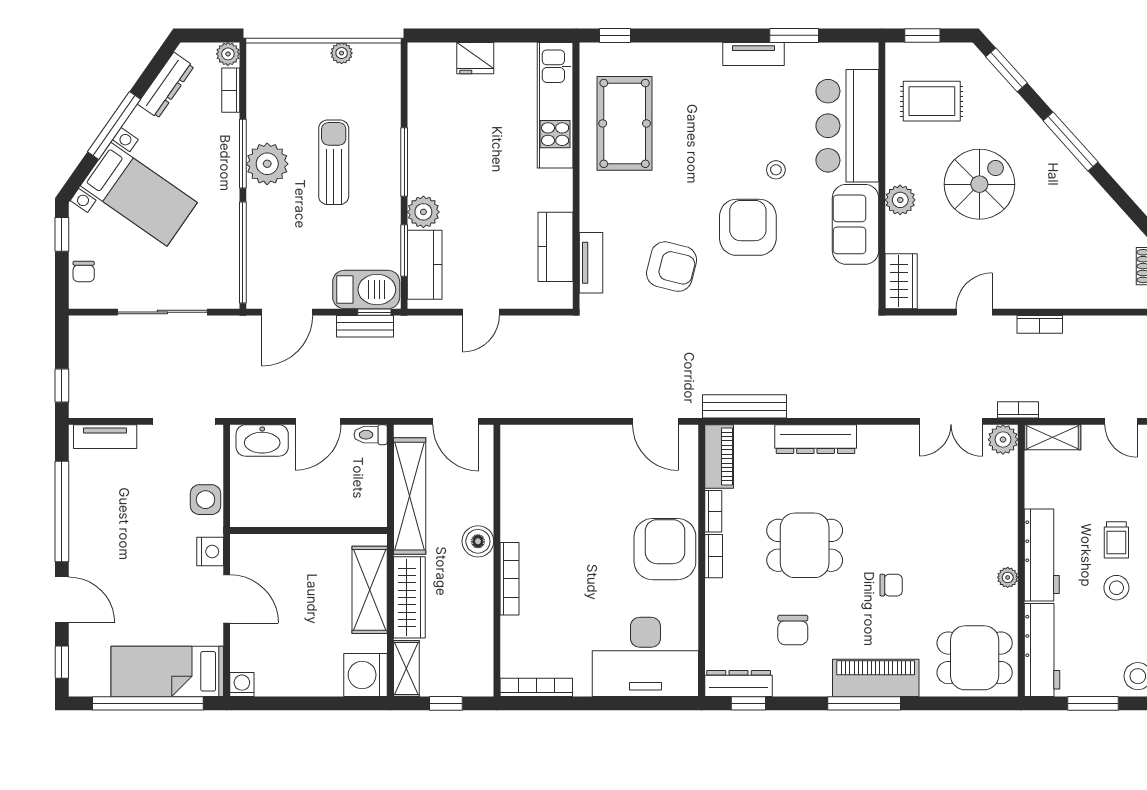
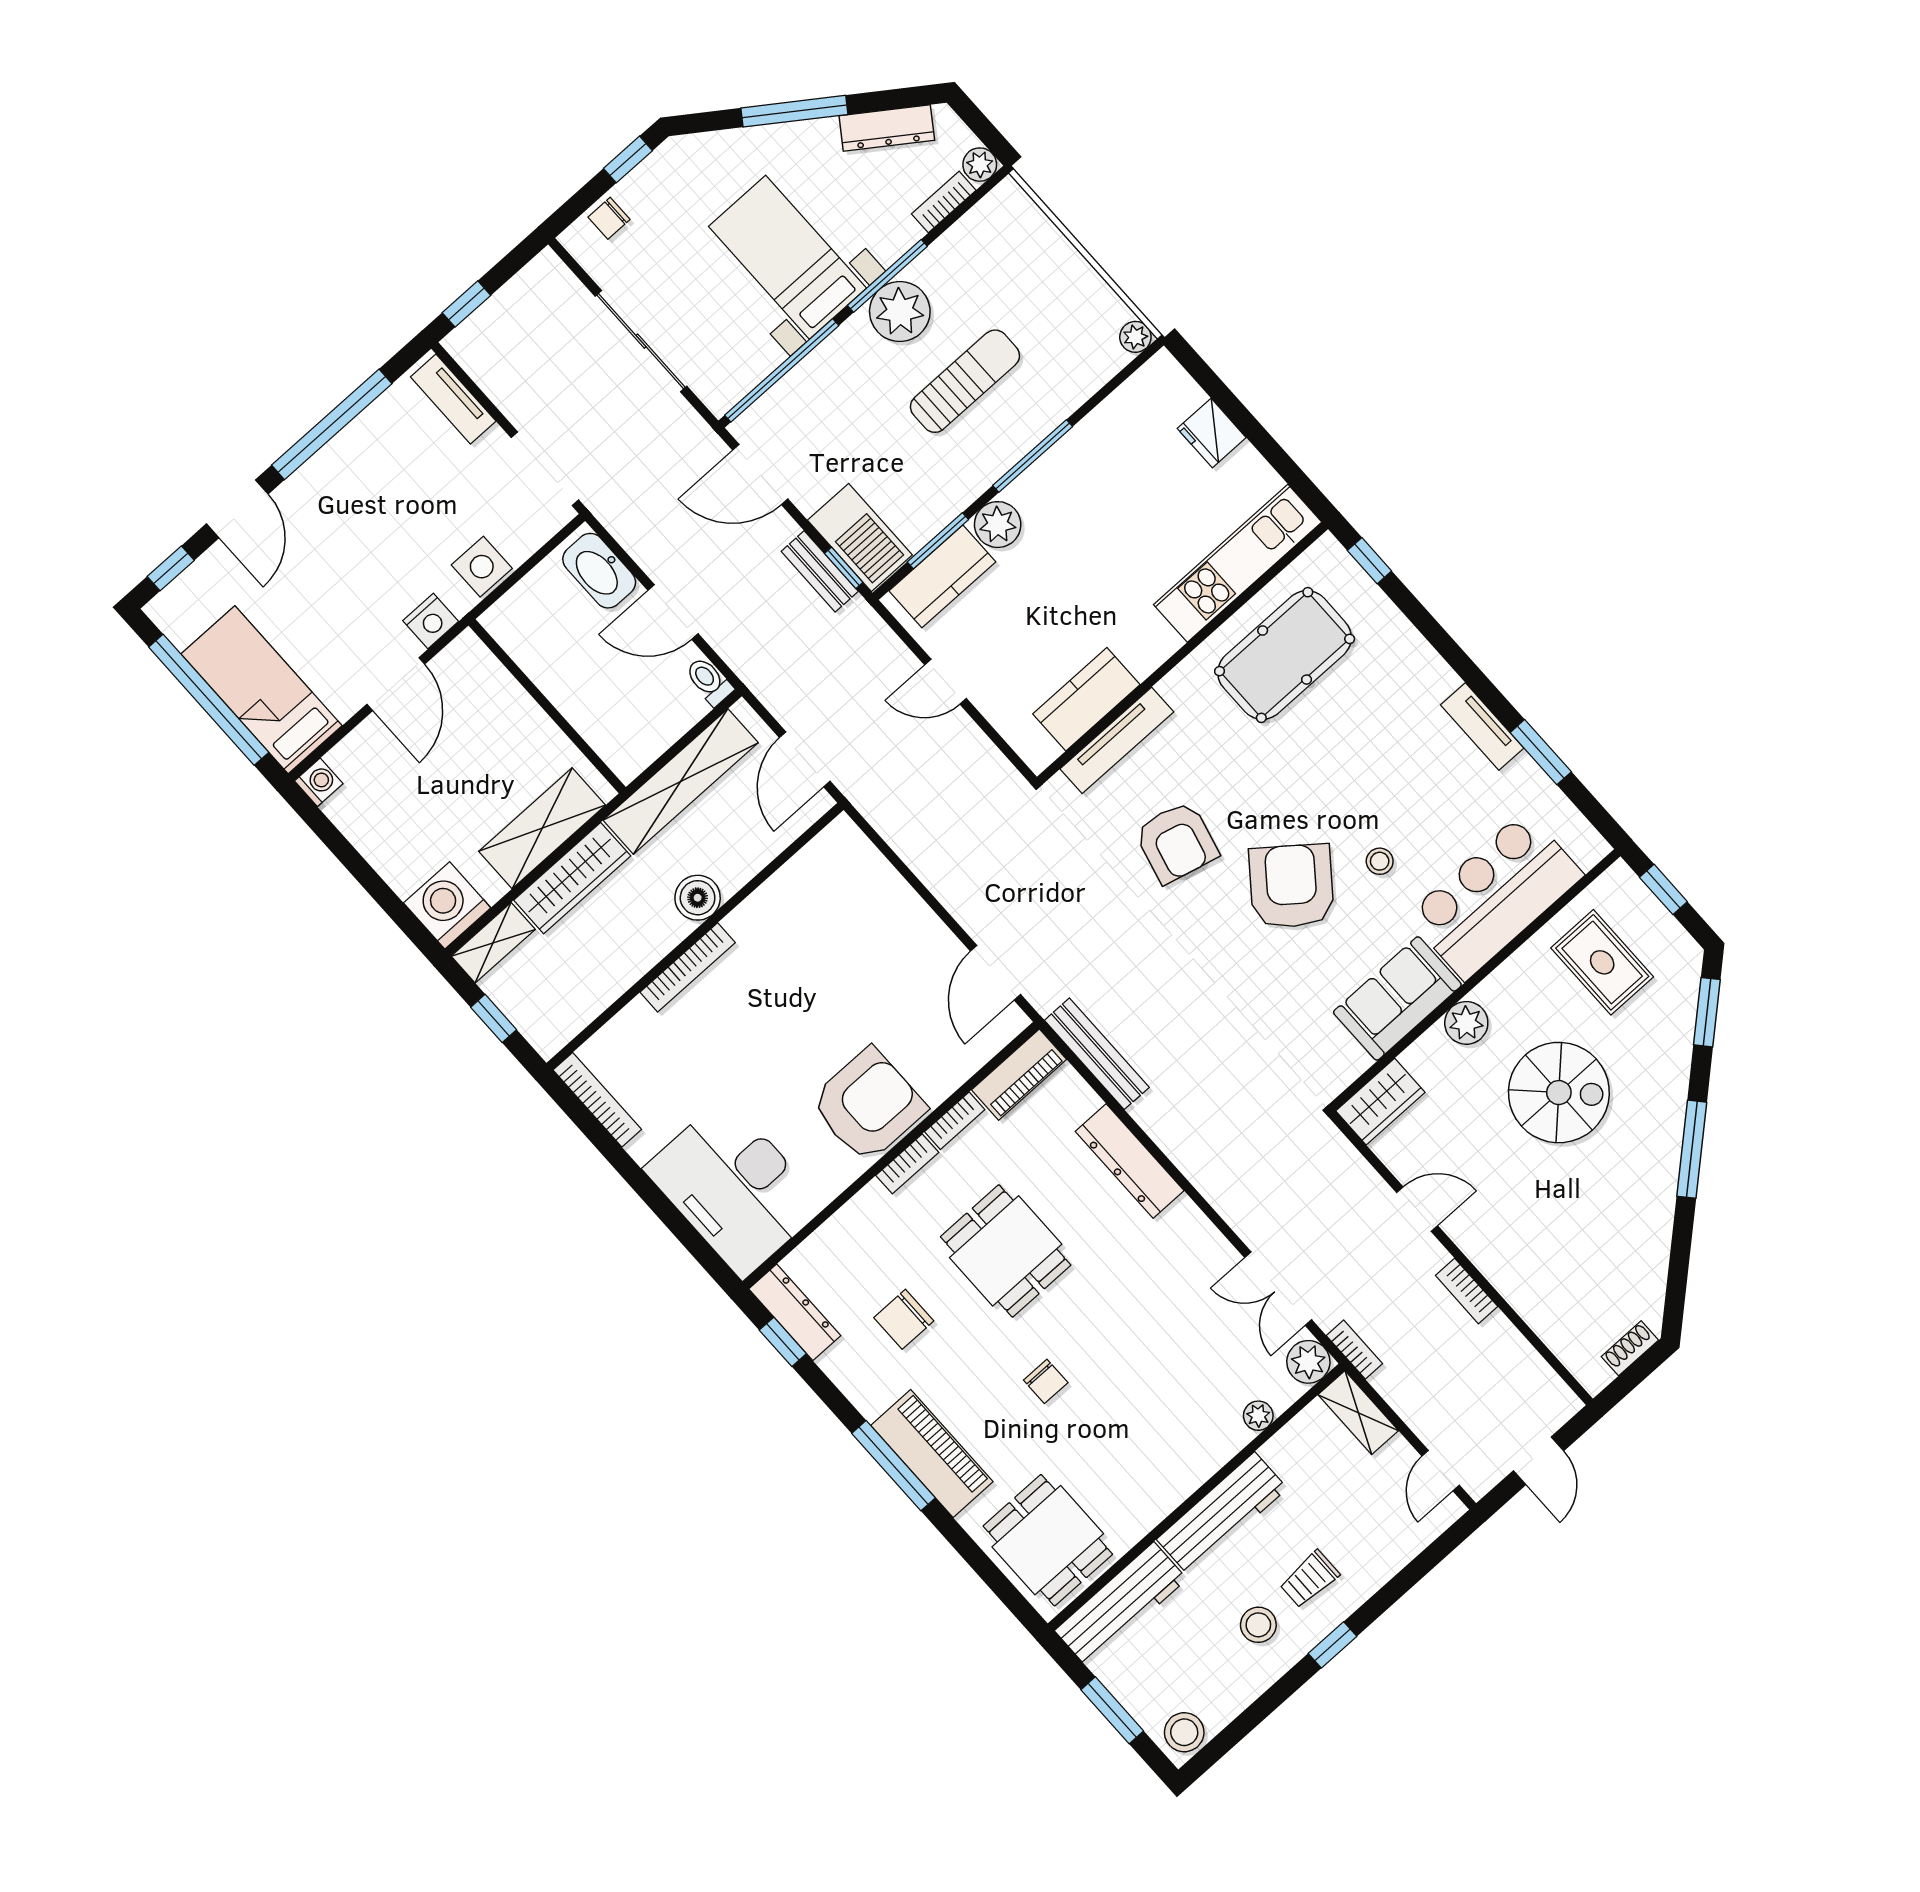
plant: (342, 53) -> (1135, 337), moved
bed with nightstands: (139, 194) -> (788, 257), moved, turned 145
armchair: (748, 227) -> (1291, 886), turned -52
tv unit: (591, 263) -> (1117, 740), width x1.41
plant: (1008, 577) -> (1258, 1416), moved

